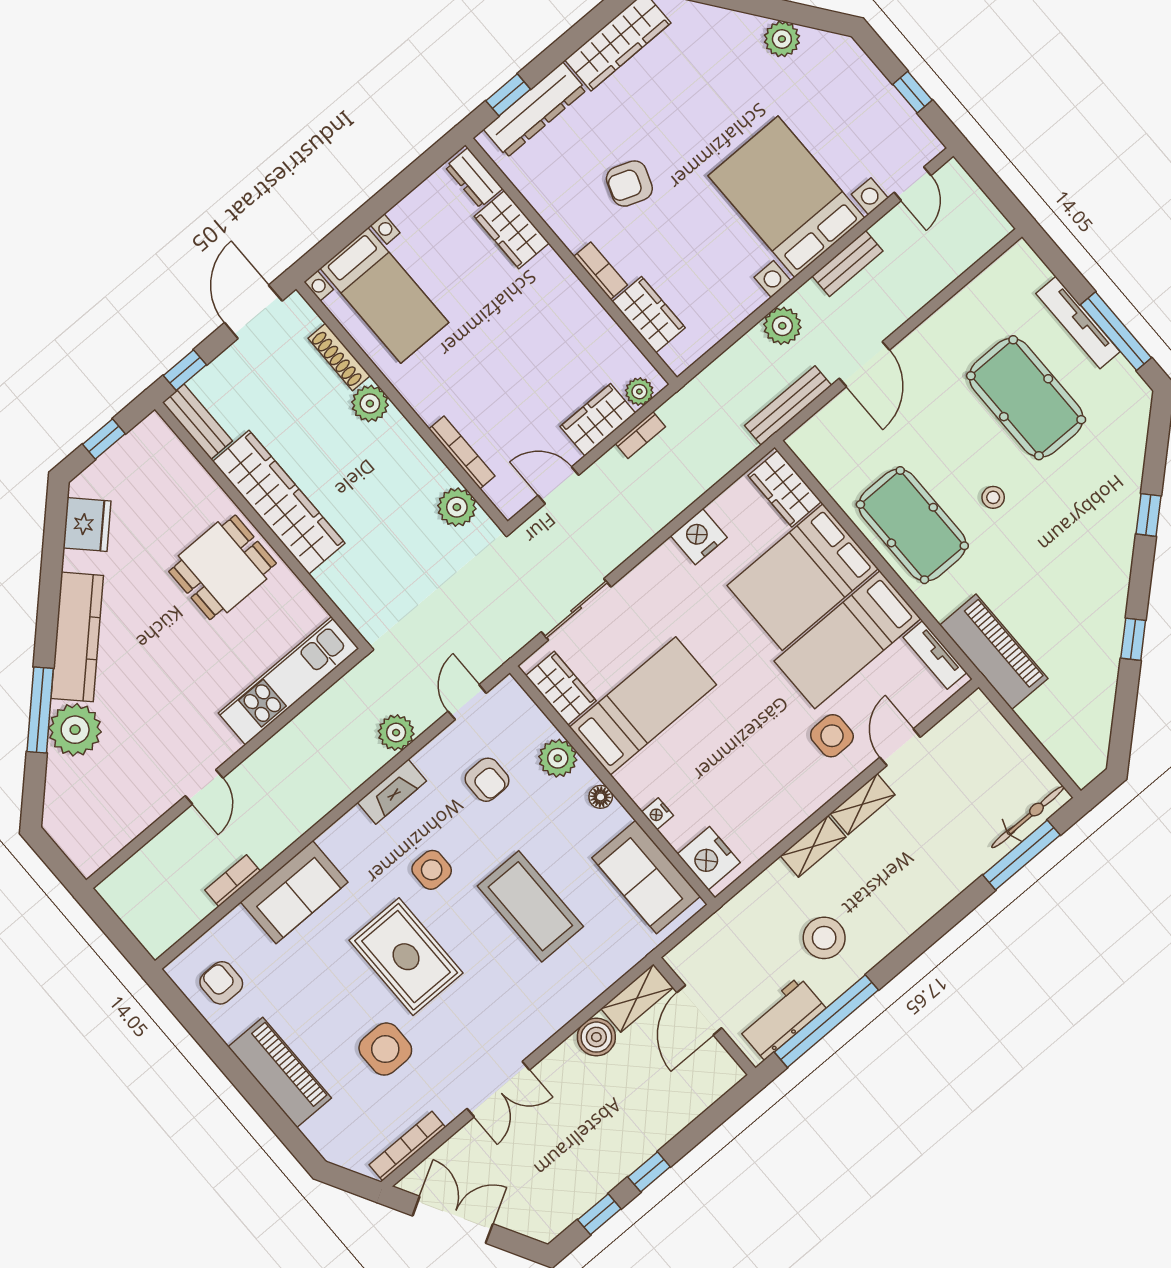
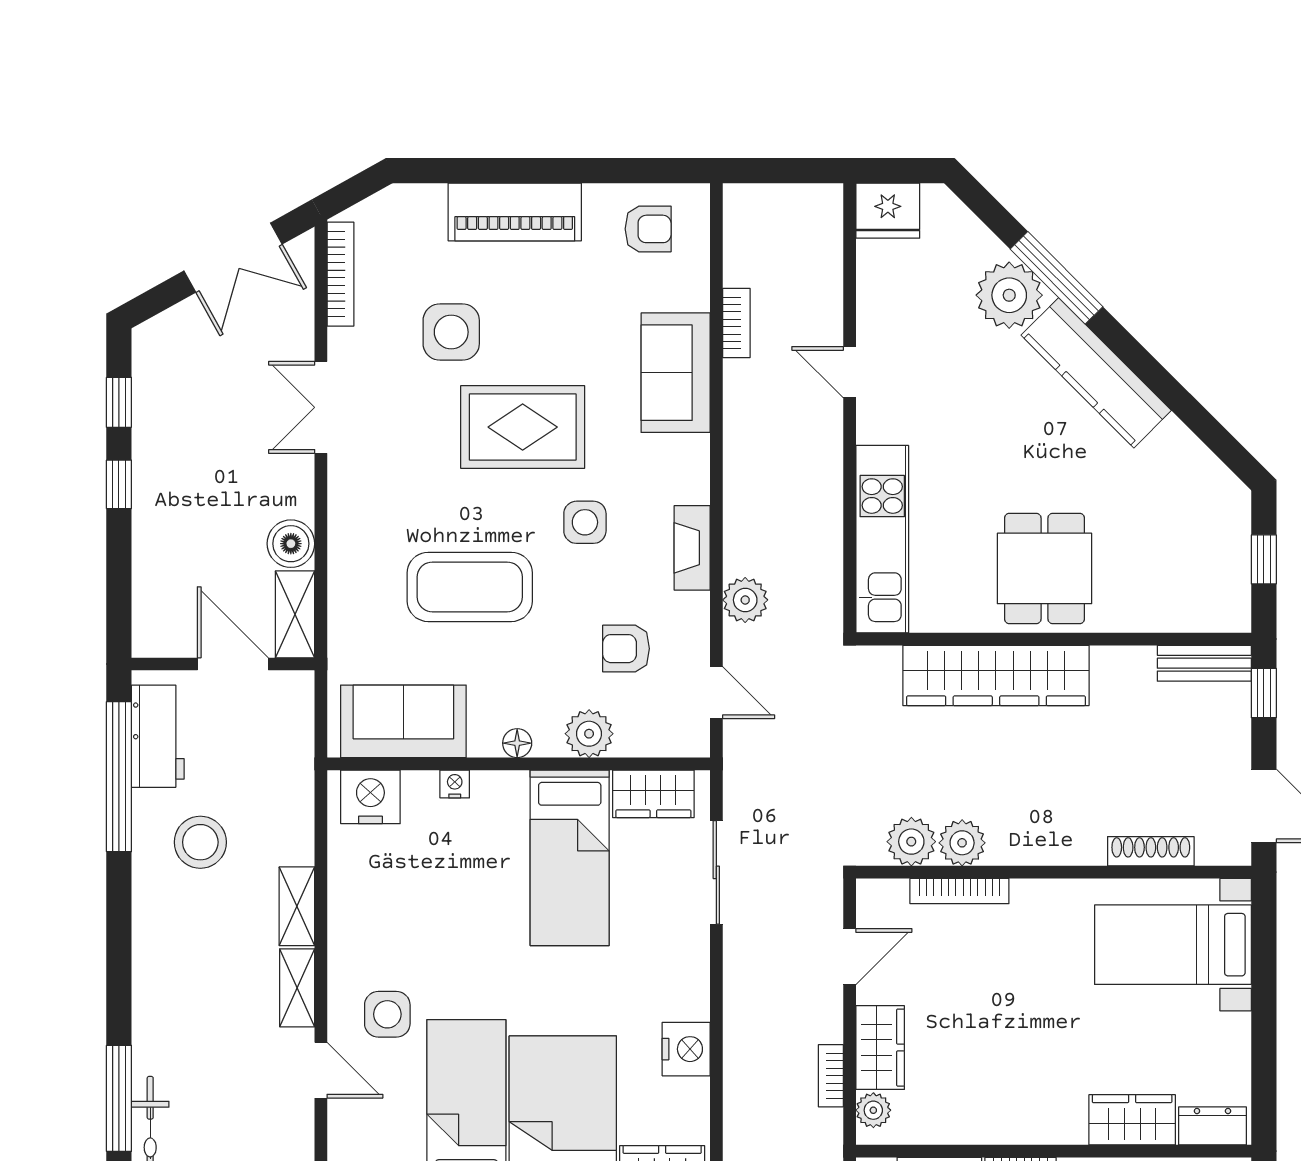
plant: (370, 404) -> (962, 843), moved
wardrobe: (279, 502) -> (996, 675), moved
fridge: (87, 524) -> (888, 211), moved, turned -45

